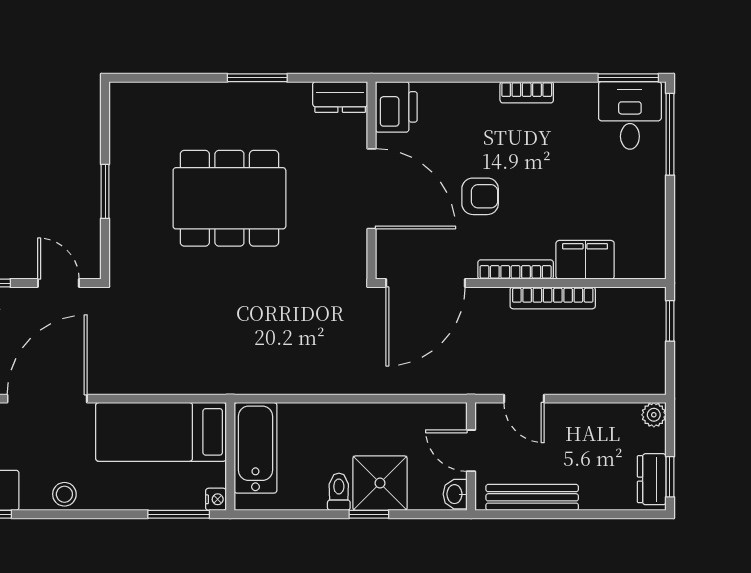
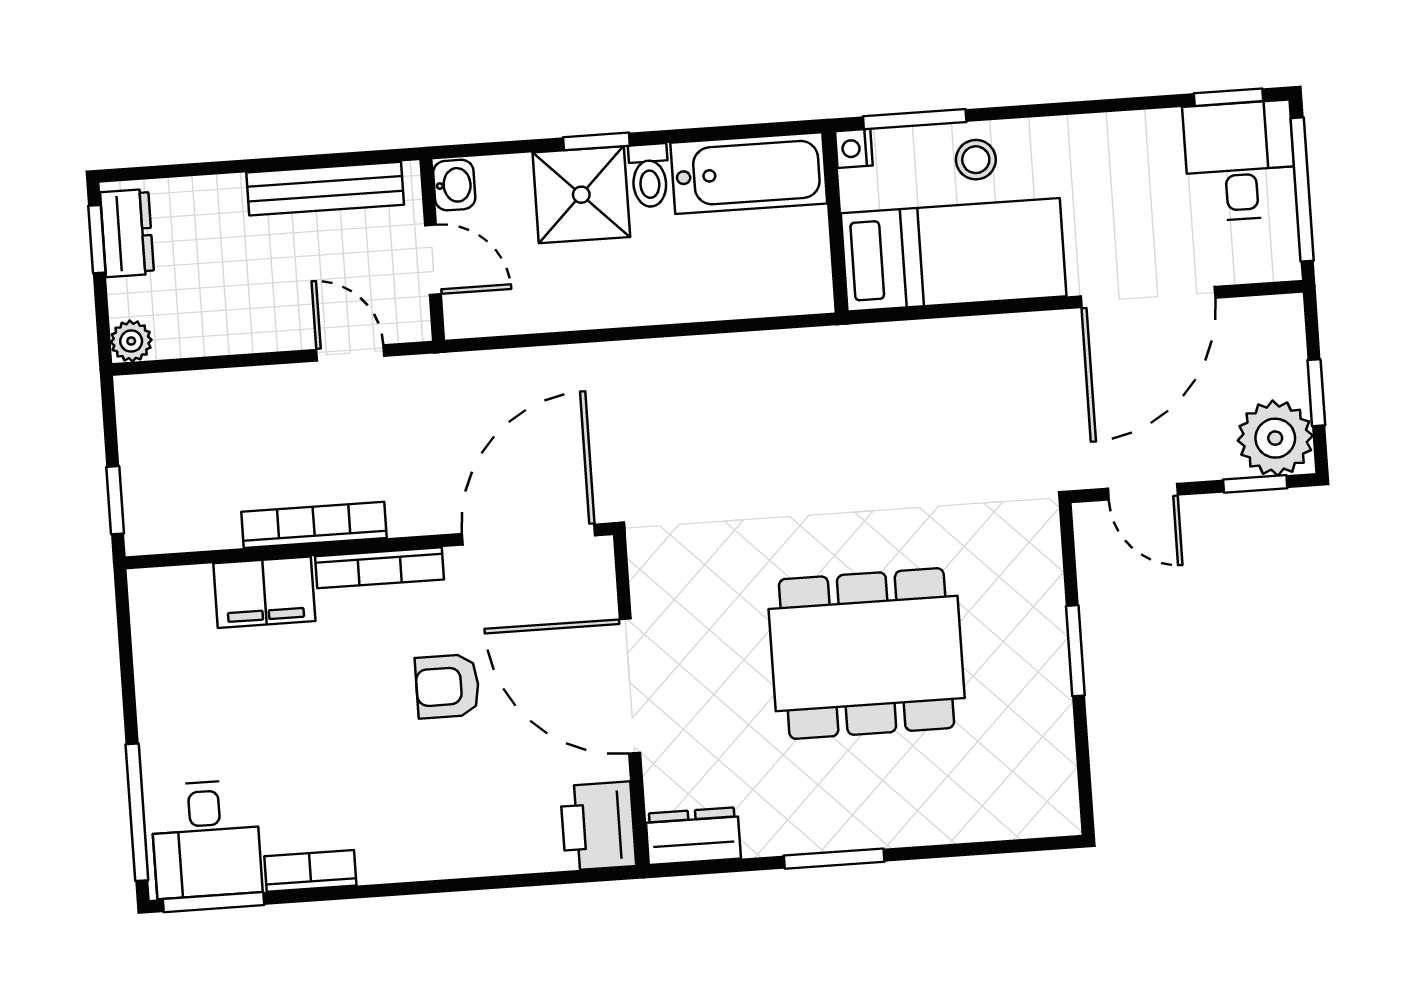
bookcase: (527, 92) -> (310, 871), moved
bathtub: (255, 448) -> (749, 173), moved, turned -90
stool: (64, 494) -> (976, 160), moved

